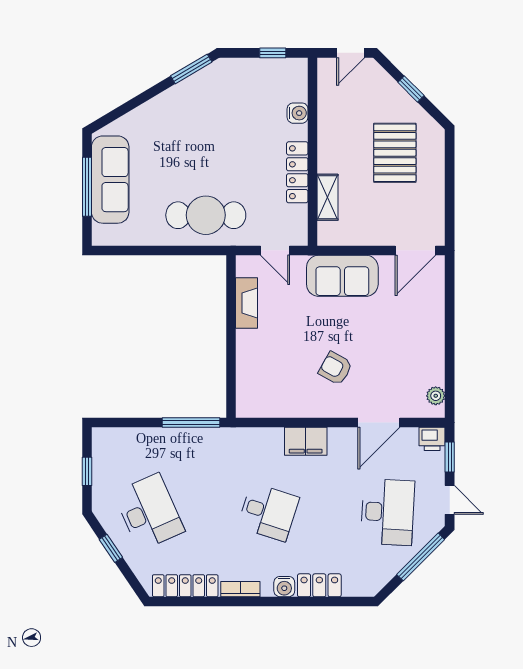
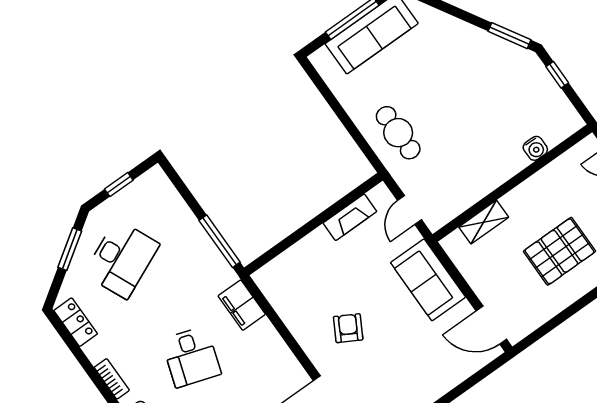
window: (273, 53) -> (557, 75), moved
locker: (297, 172) -> (487, 183), removed
cafe table: (206, 215) -> (398, 133), width x0.73, depth x0.74
filing cabinet: (306, 441) -> (242, 305), moved
window: (111, 548) -> (70, 249), width x1.50
locker: (185, 586) -> (76, 322), width x0.66

